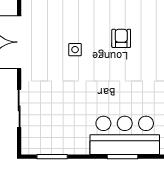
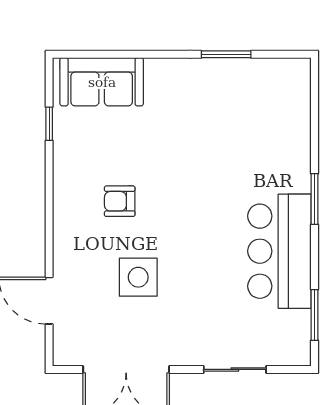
side table: (75, 50) -> (138, 277), width x1.87, depth x1.87
bar counter: (125, 135) -> (279, 251), moved

